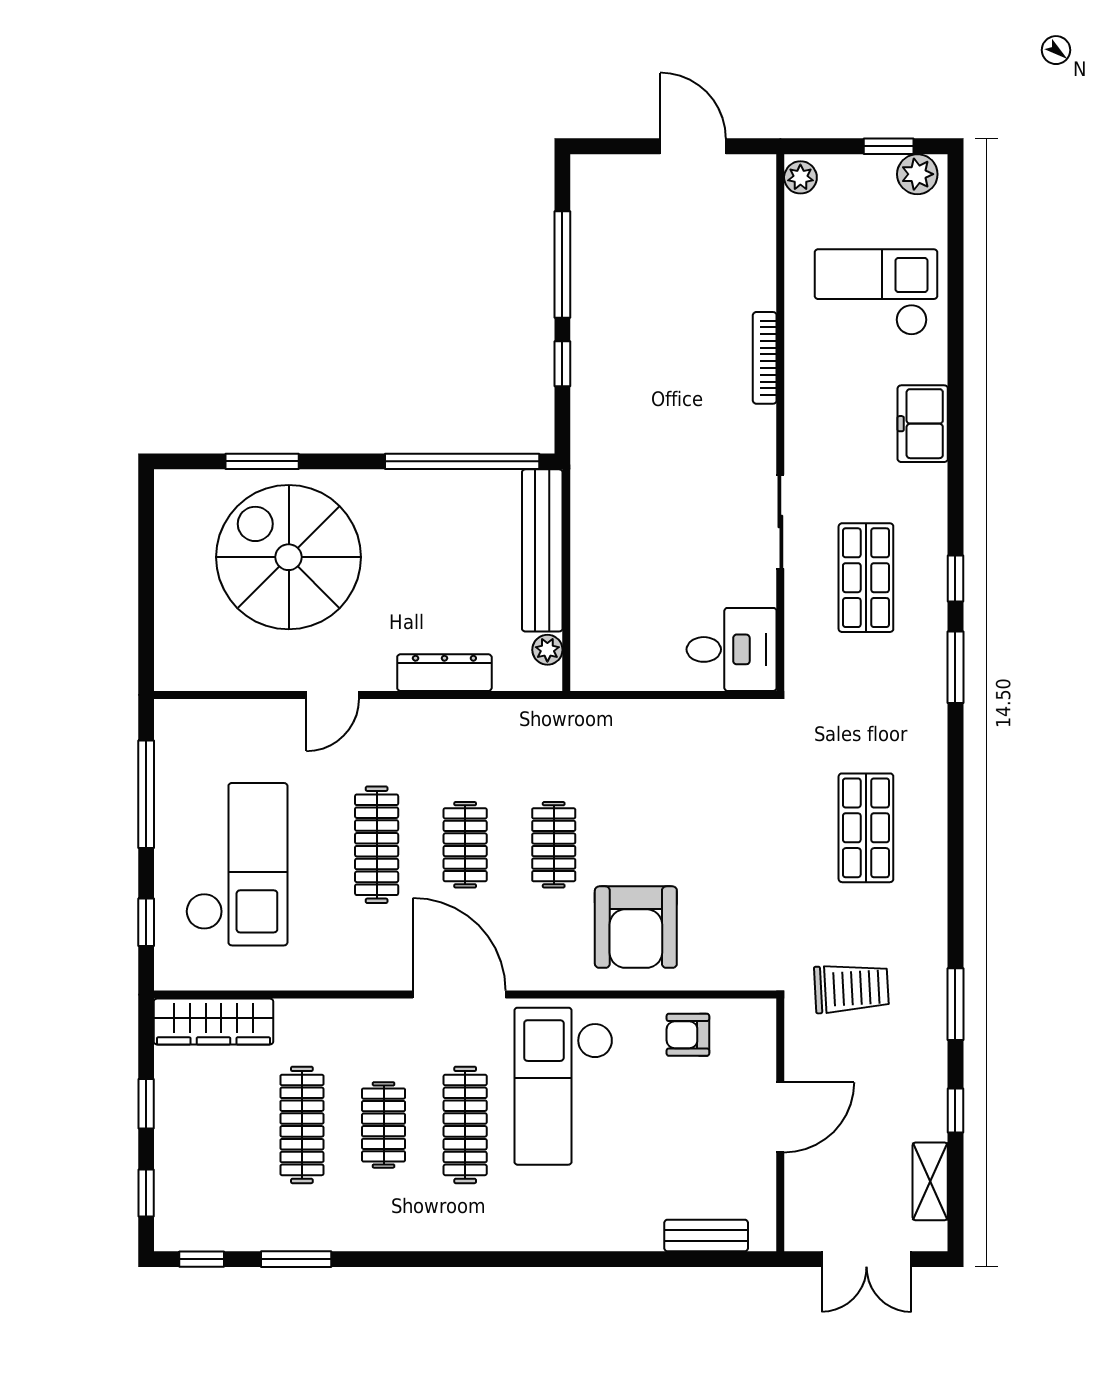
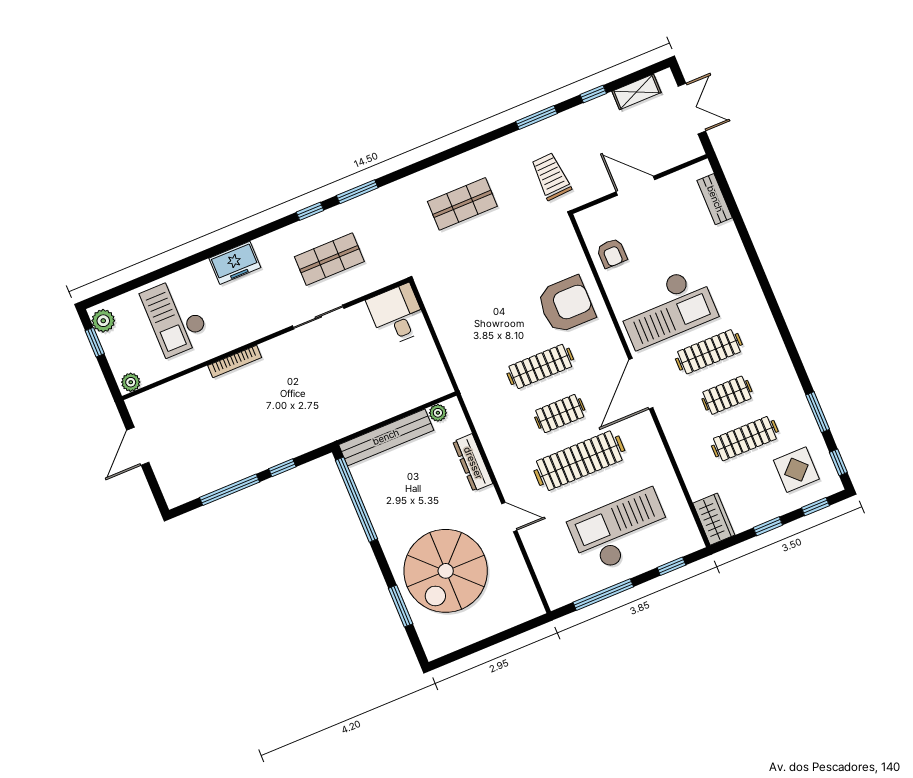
clothes rail: (377, 845) -> (579, 461), width x1.37, depth x1.31
clothes rail: (554, 845) -> (540, 366), width x1.36
wardrobe: (213, 1022) -> (714, 519), width x0.67
display table: (218, 1187) -> (796, 470), added

